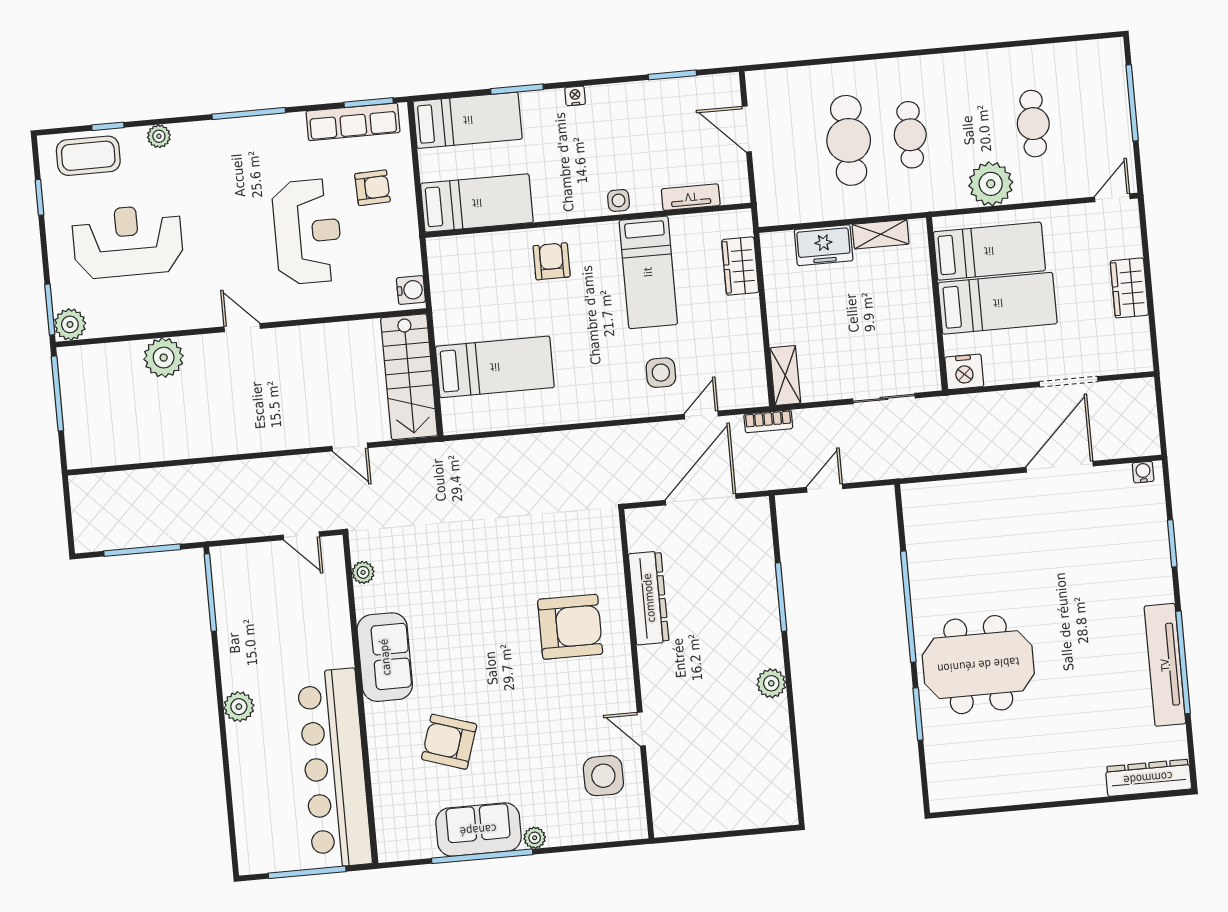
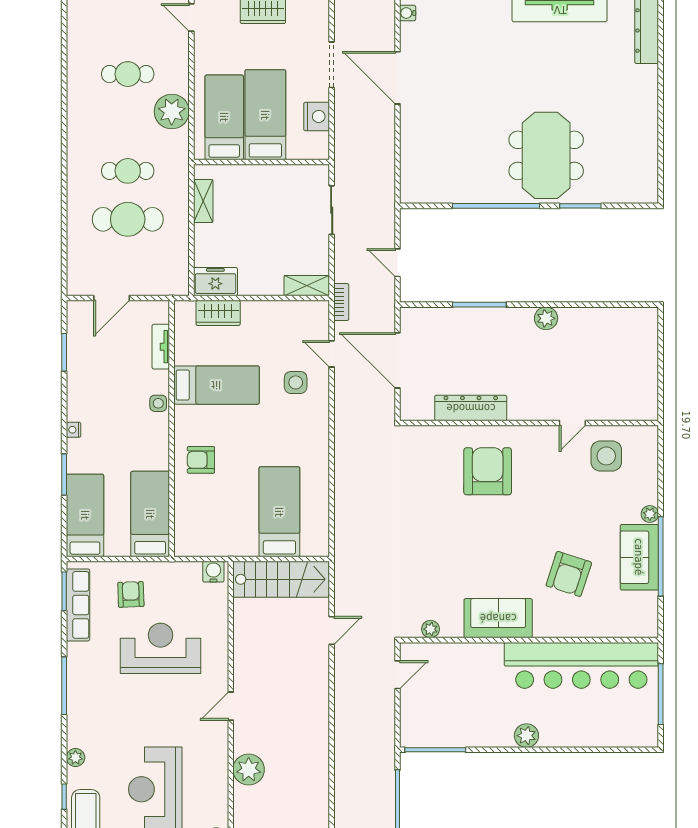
freezer: (824, 245) -> (215, 282), moved, turned -90
nightstand: (964, 372) -> (317, 116), moved

